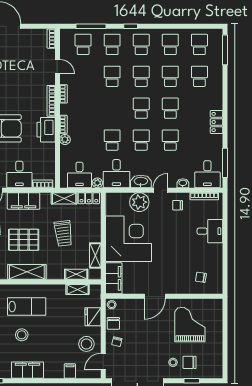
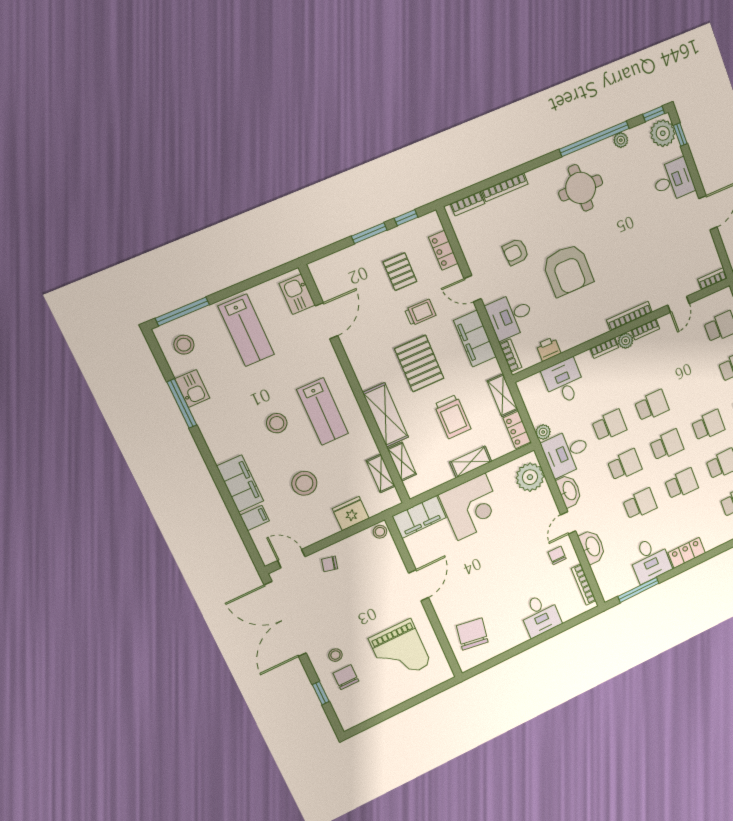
school desk: (112, 76) -> (652, 406), moved
printer: (46, 130) -> (548, 349), moved, width x0.53, depth x0.68
plant: (65, 140) -> (626, 341), moved
desk: (207, 174) -> (650, 560), moved, turned -90
desk: (79, 175) -> (564, 382), moved, turned 90
washbasin: (183, 183) -> (592, 547), width x1.91, depth x1.45
door: (161, 190) -> (568, 523), swing flipped
plant: (139, 202) -> (530, 477), moved
trolley: (63, 233) -> (453, 417), turned -83
corner desk: (129, 239) -> (471, 507), width x0.74, depth x0.74
shelving: (95, 256) -> (471, 462), moved
shelving: (27, 272) -> (386, 415), moved
chair: (201, 277) -> (472, 634), width x1.87, depth x1.87
door: (155, 296) -> (418, 585), swing flipped
chair: (113, 323) -> (354, 547), removed
grand piano: (190, 324) -> (400, 651), turned 90
stool: (86, 344) -> (304, 483), moved
filing cabinet: (27, 370) -> (240, 484), moved

